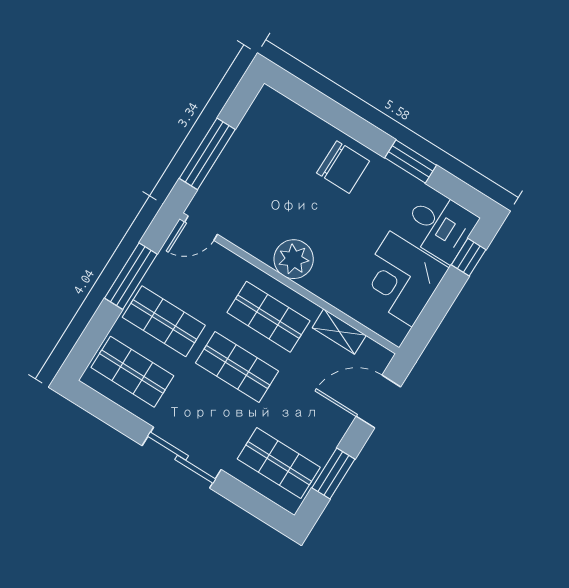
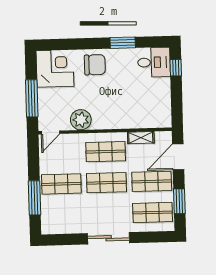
plant: (294, 259) -> (81, 120), moved
window: (131, 276) -> (35, 198), moved
corner desk: (401, 279) -> (55, 69), moved, turned 180
shop shelf: (132, 372) -> (152, 181), moved

